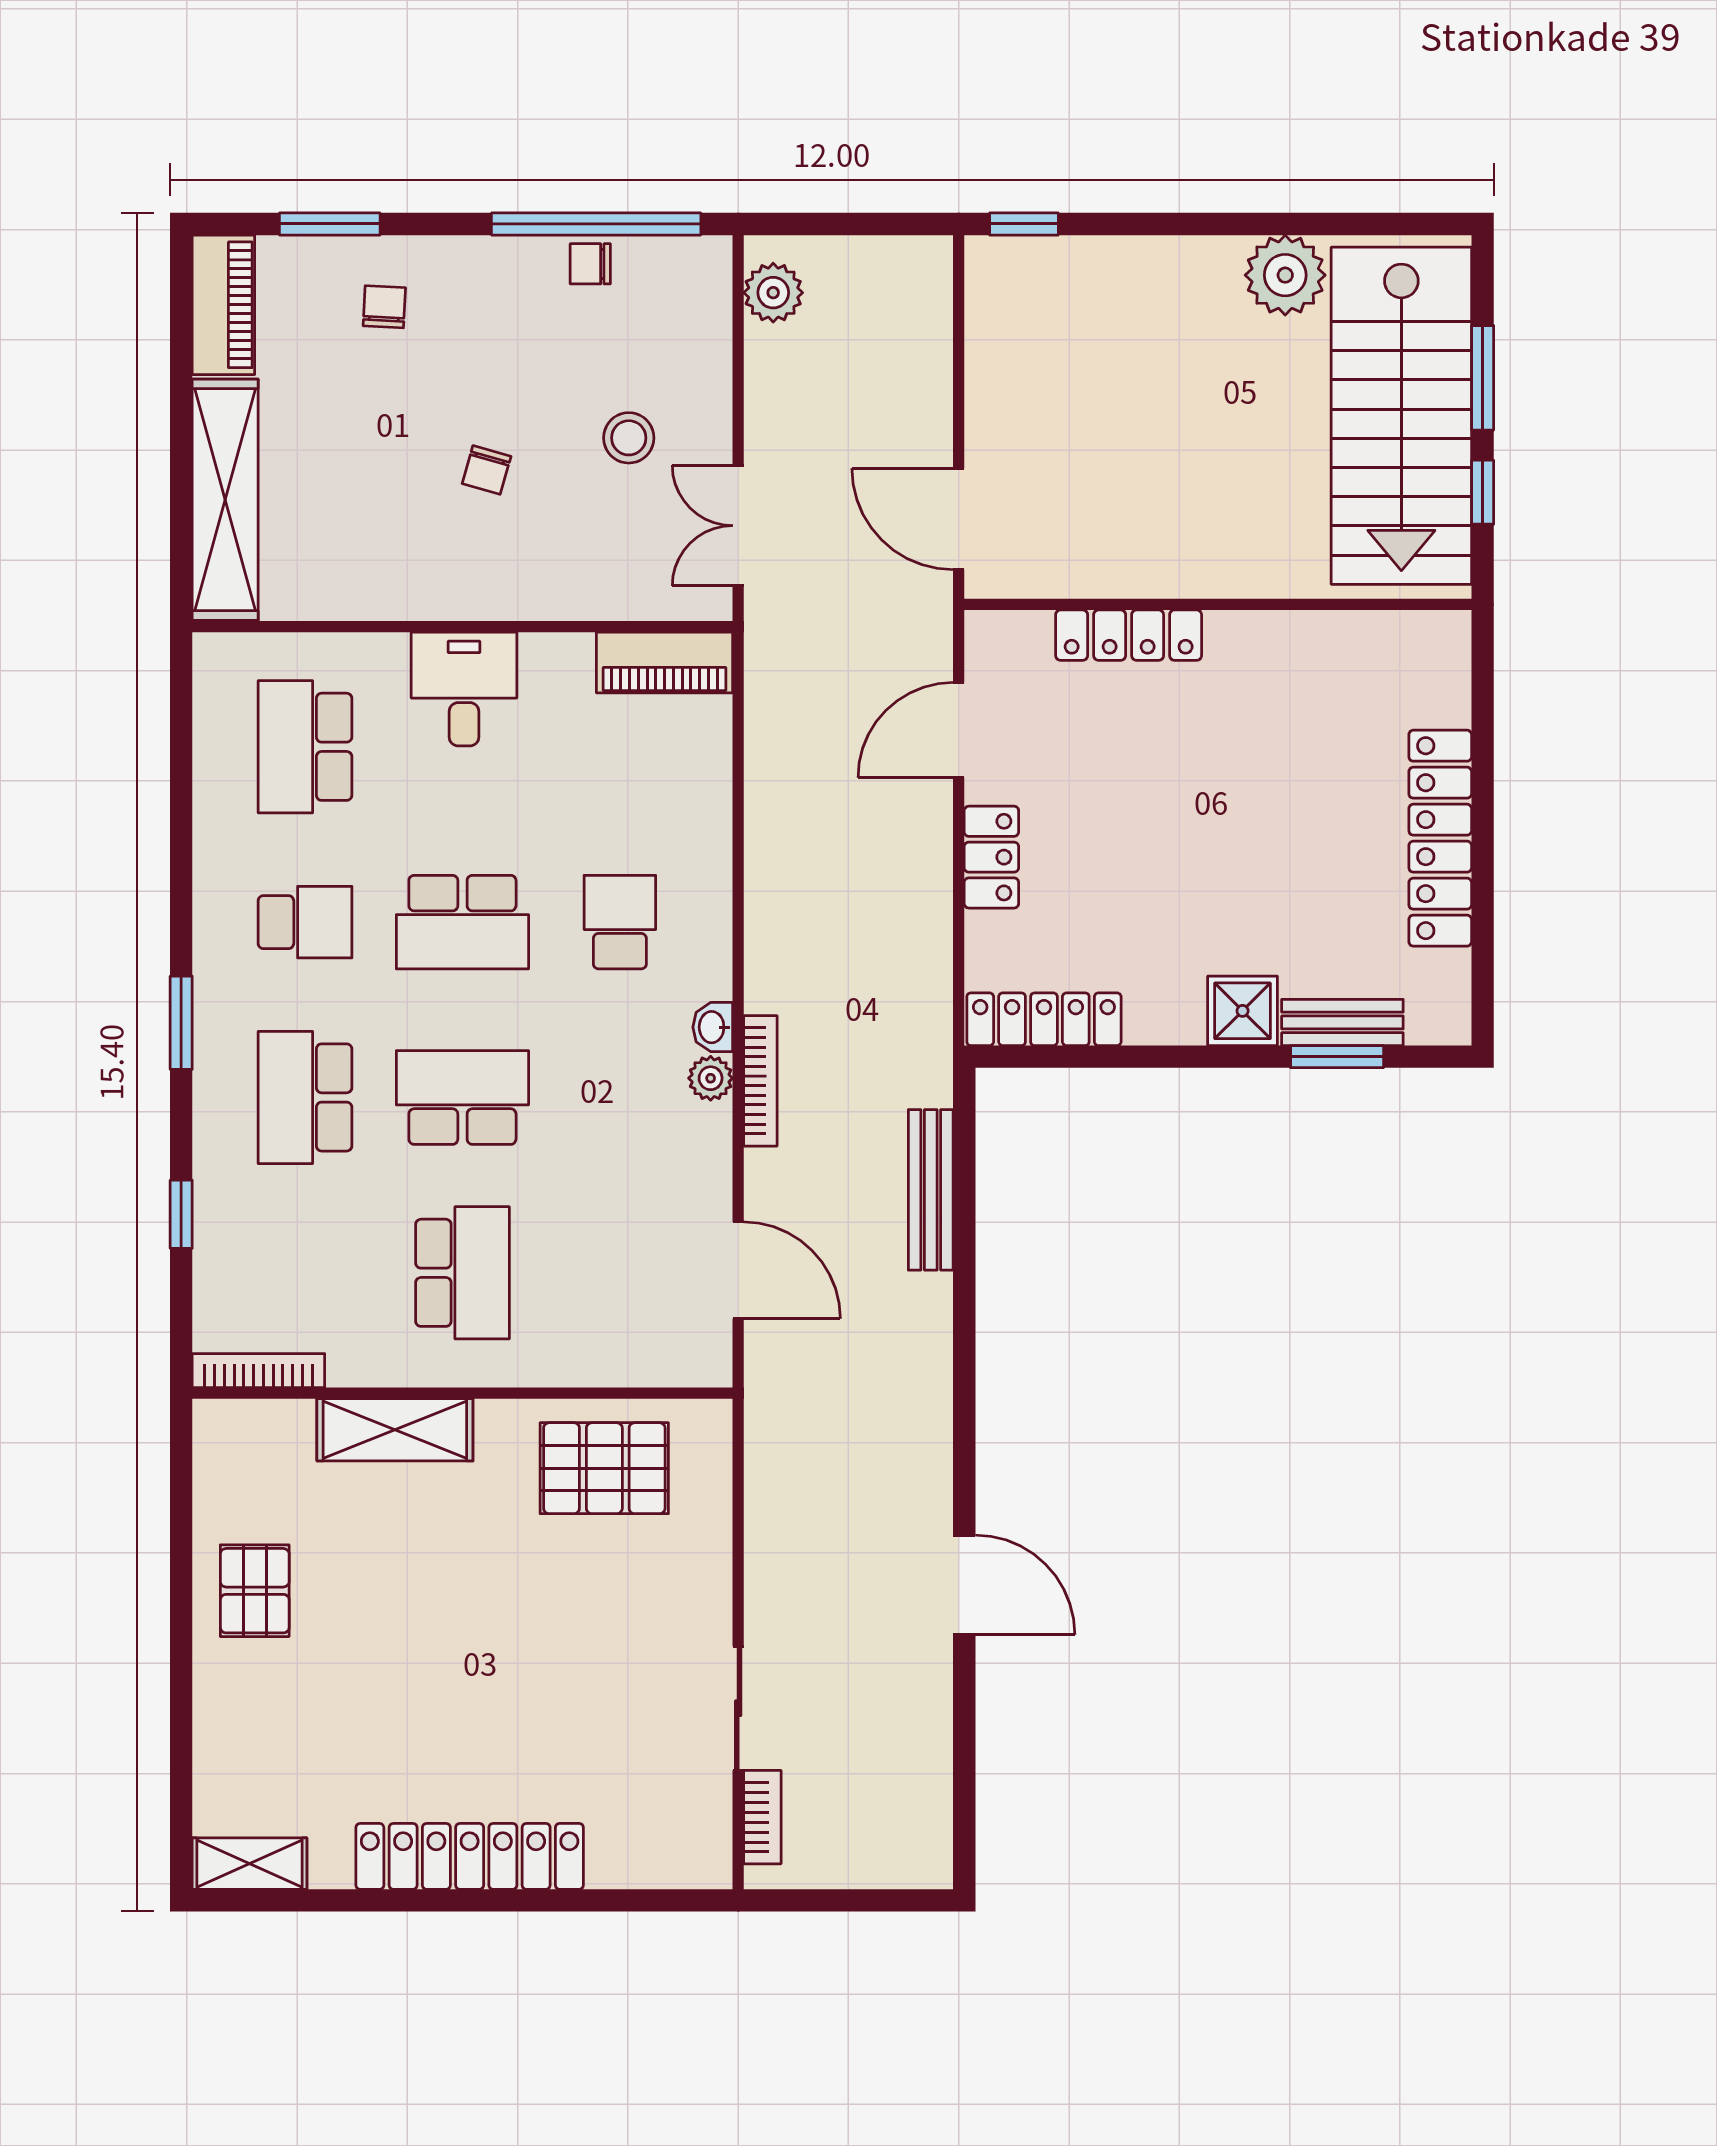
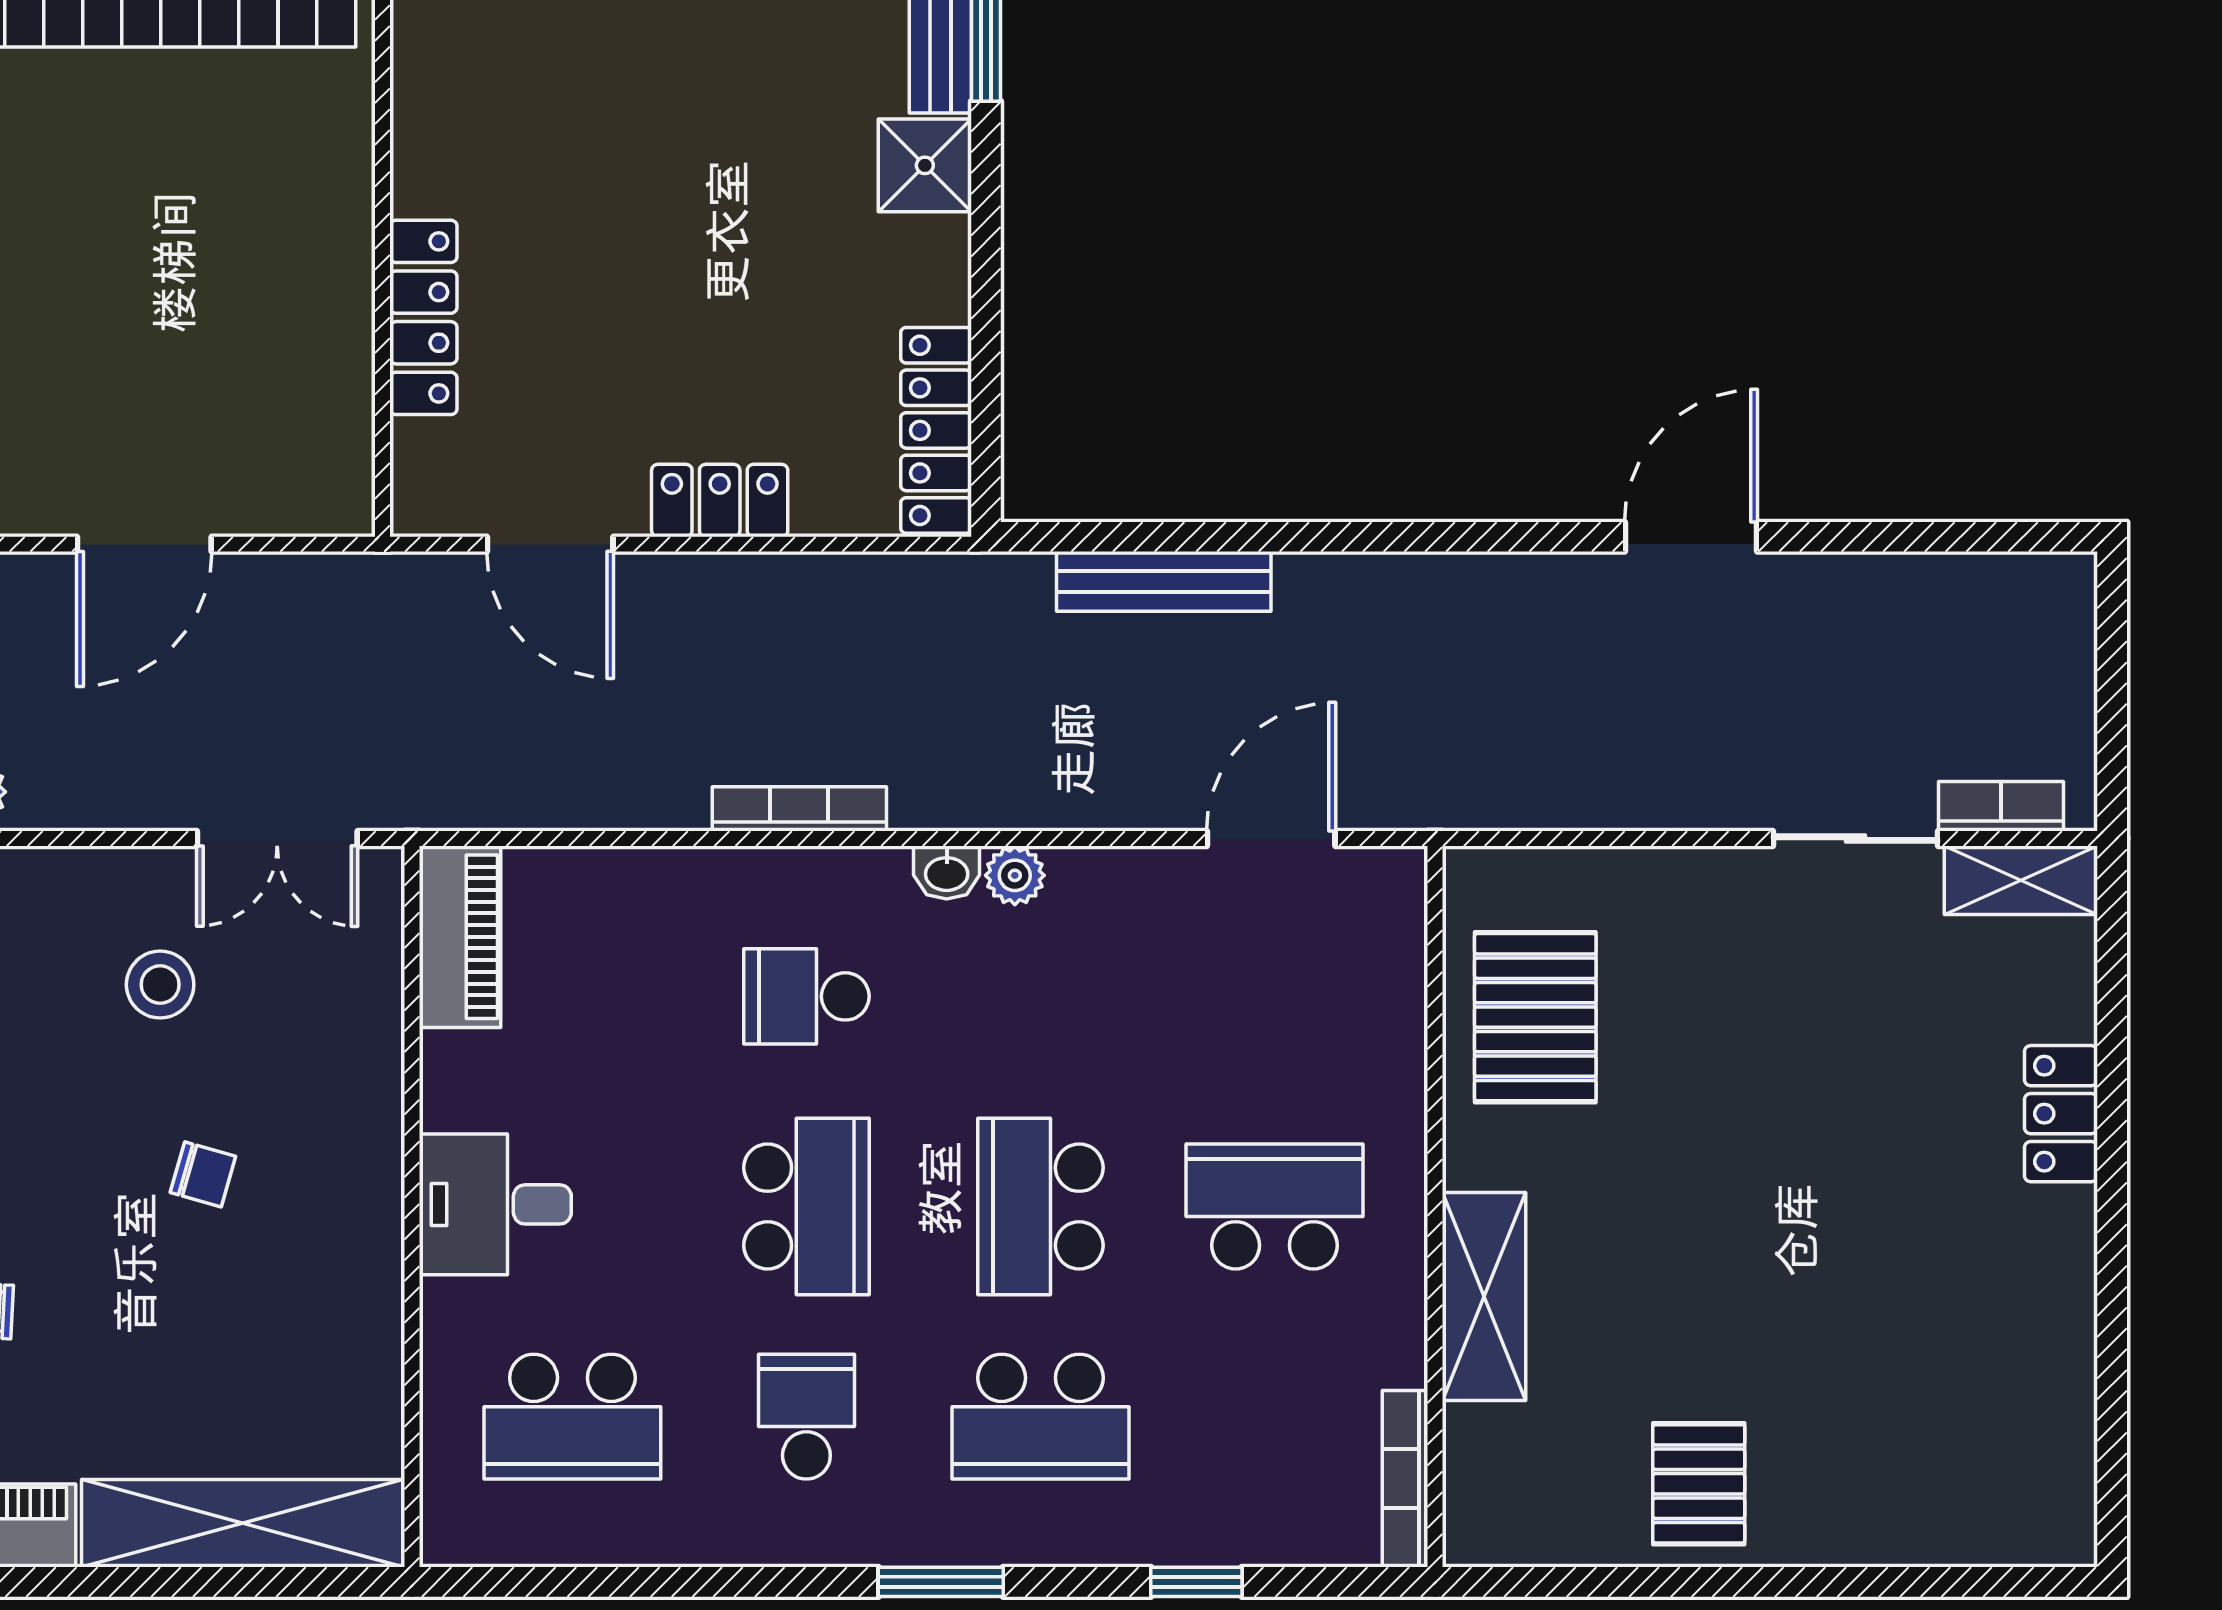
door: (959, 519) -> (144, 544), moved
bookcase: (760, 1081) -> (799, 809), moved
pallet: (255, 1591) -> (1699, 1484), turned 90
locker: (470, 1856) -> (2061, 1114), width x0.46, depth x0.83
shelving: (249, 1864) -> (2021, 880), moved, turned 90

